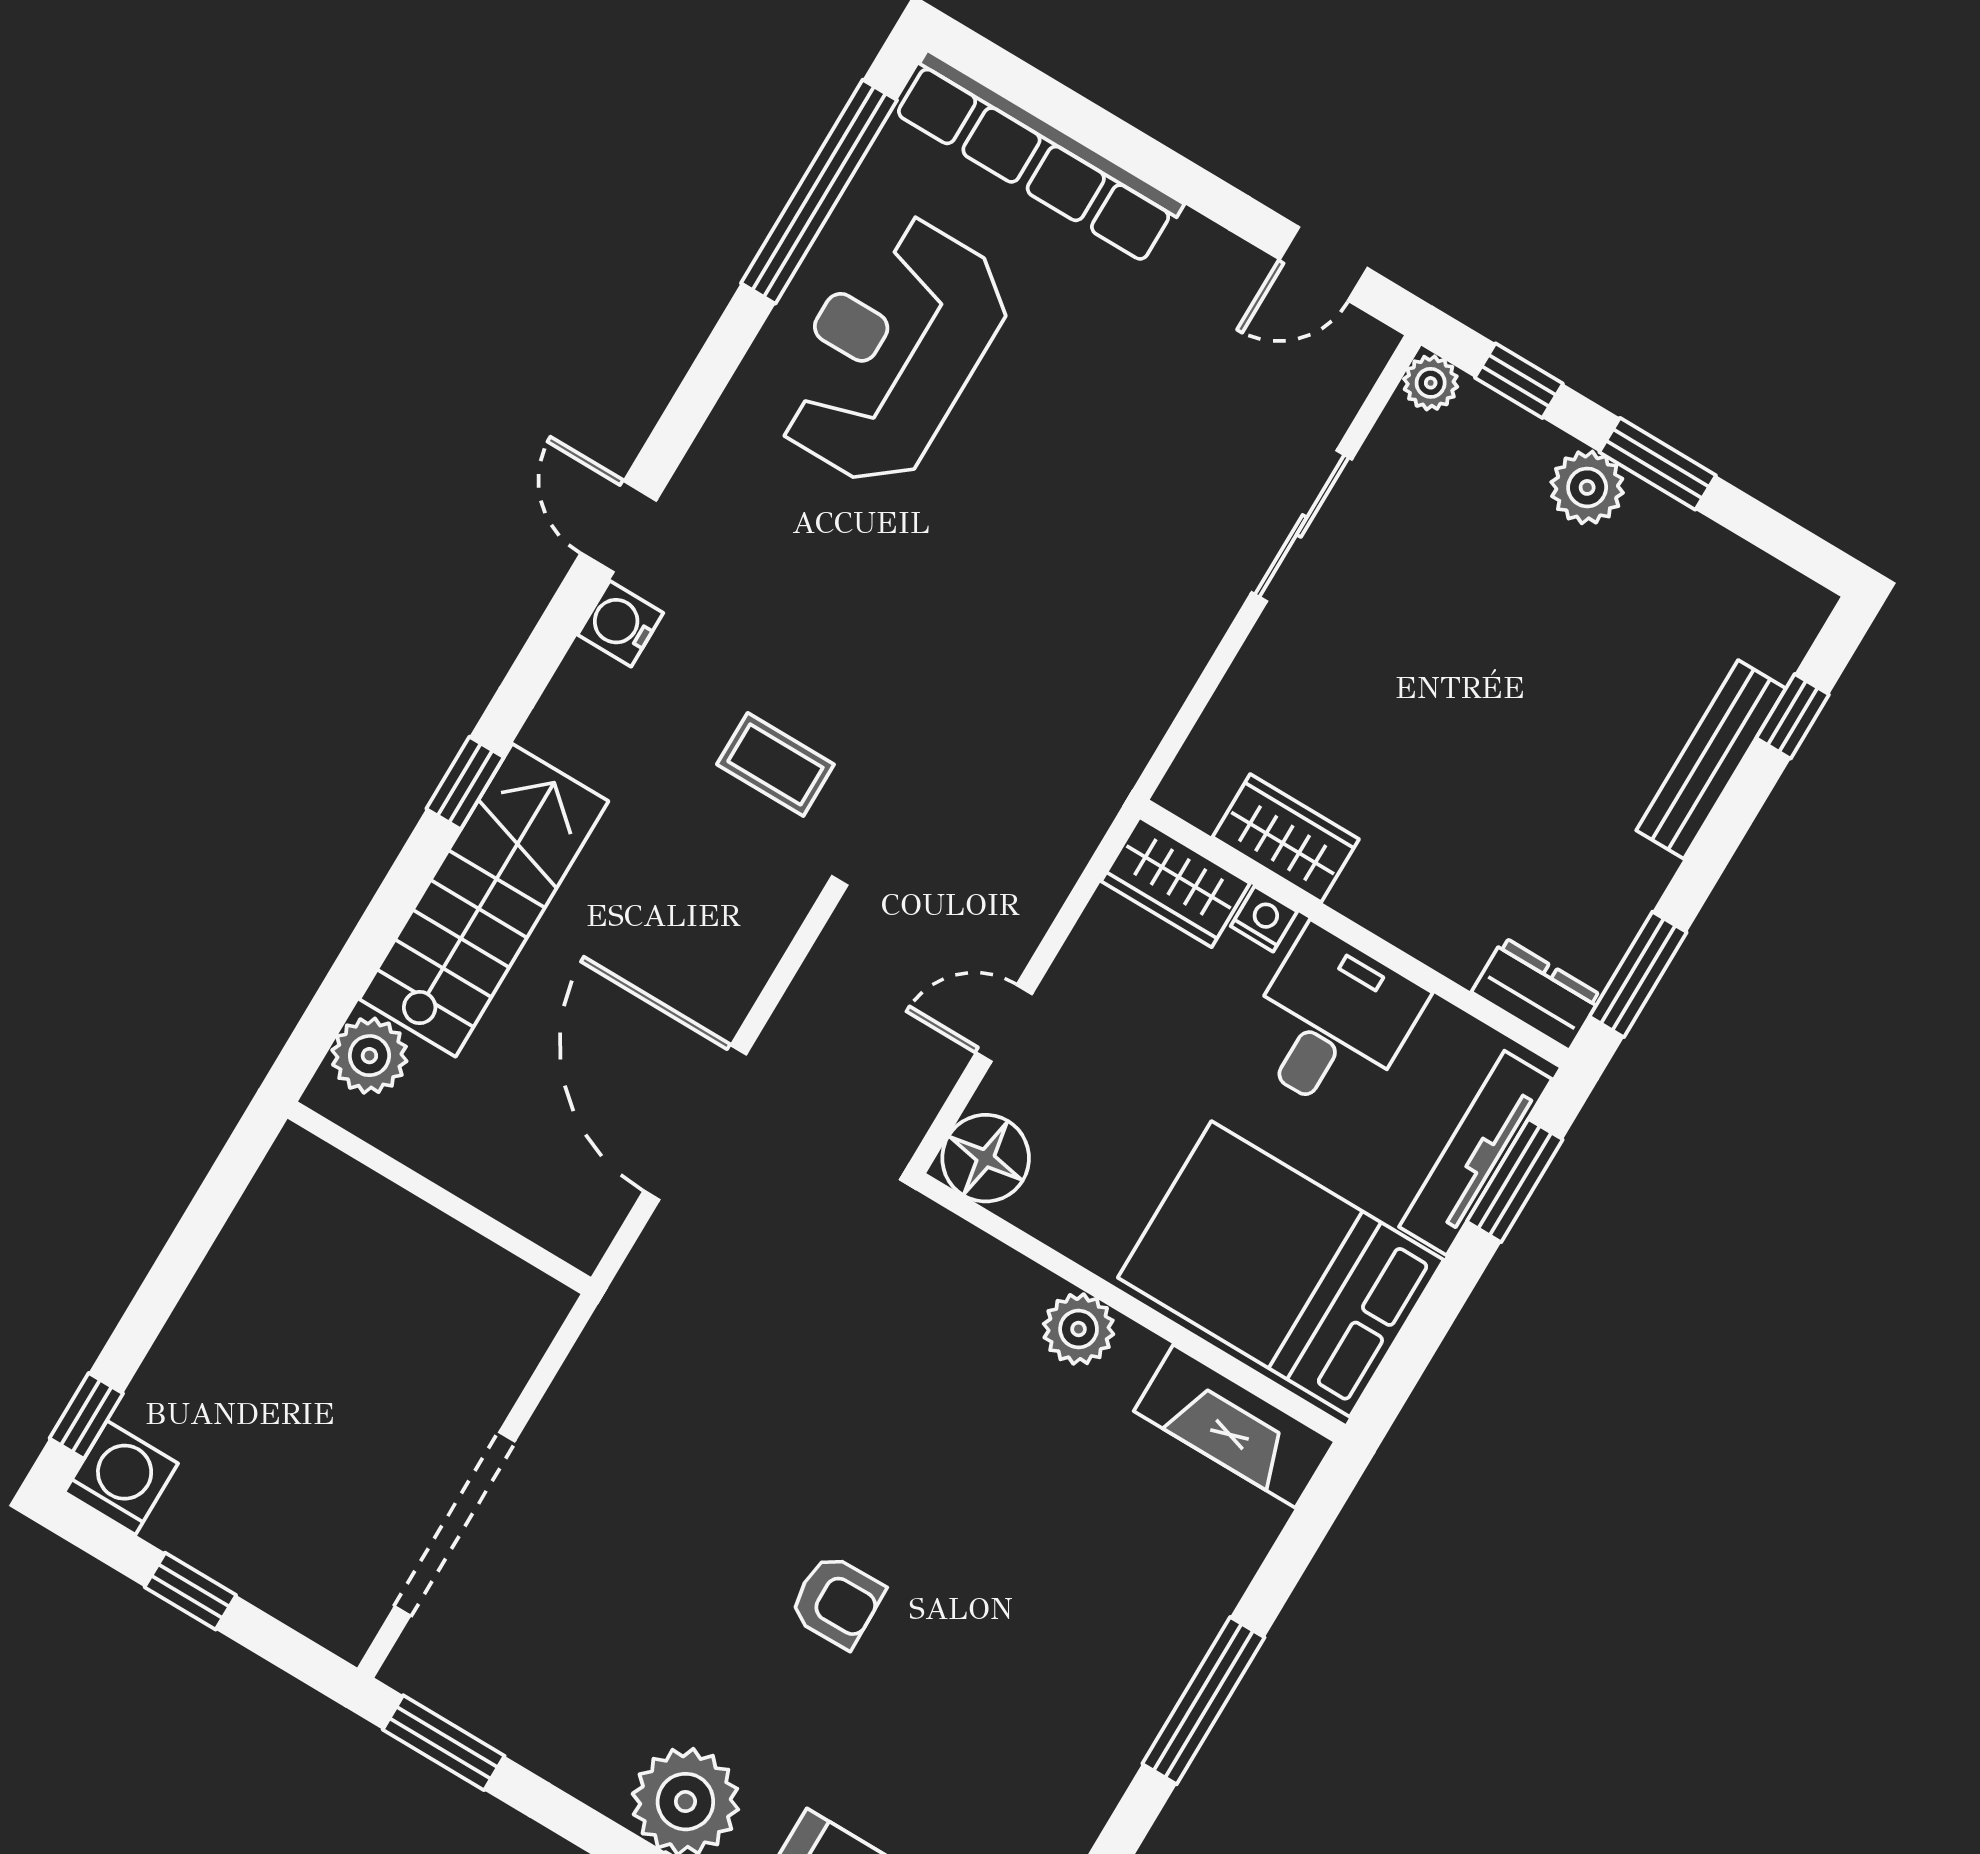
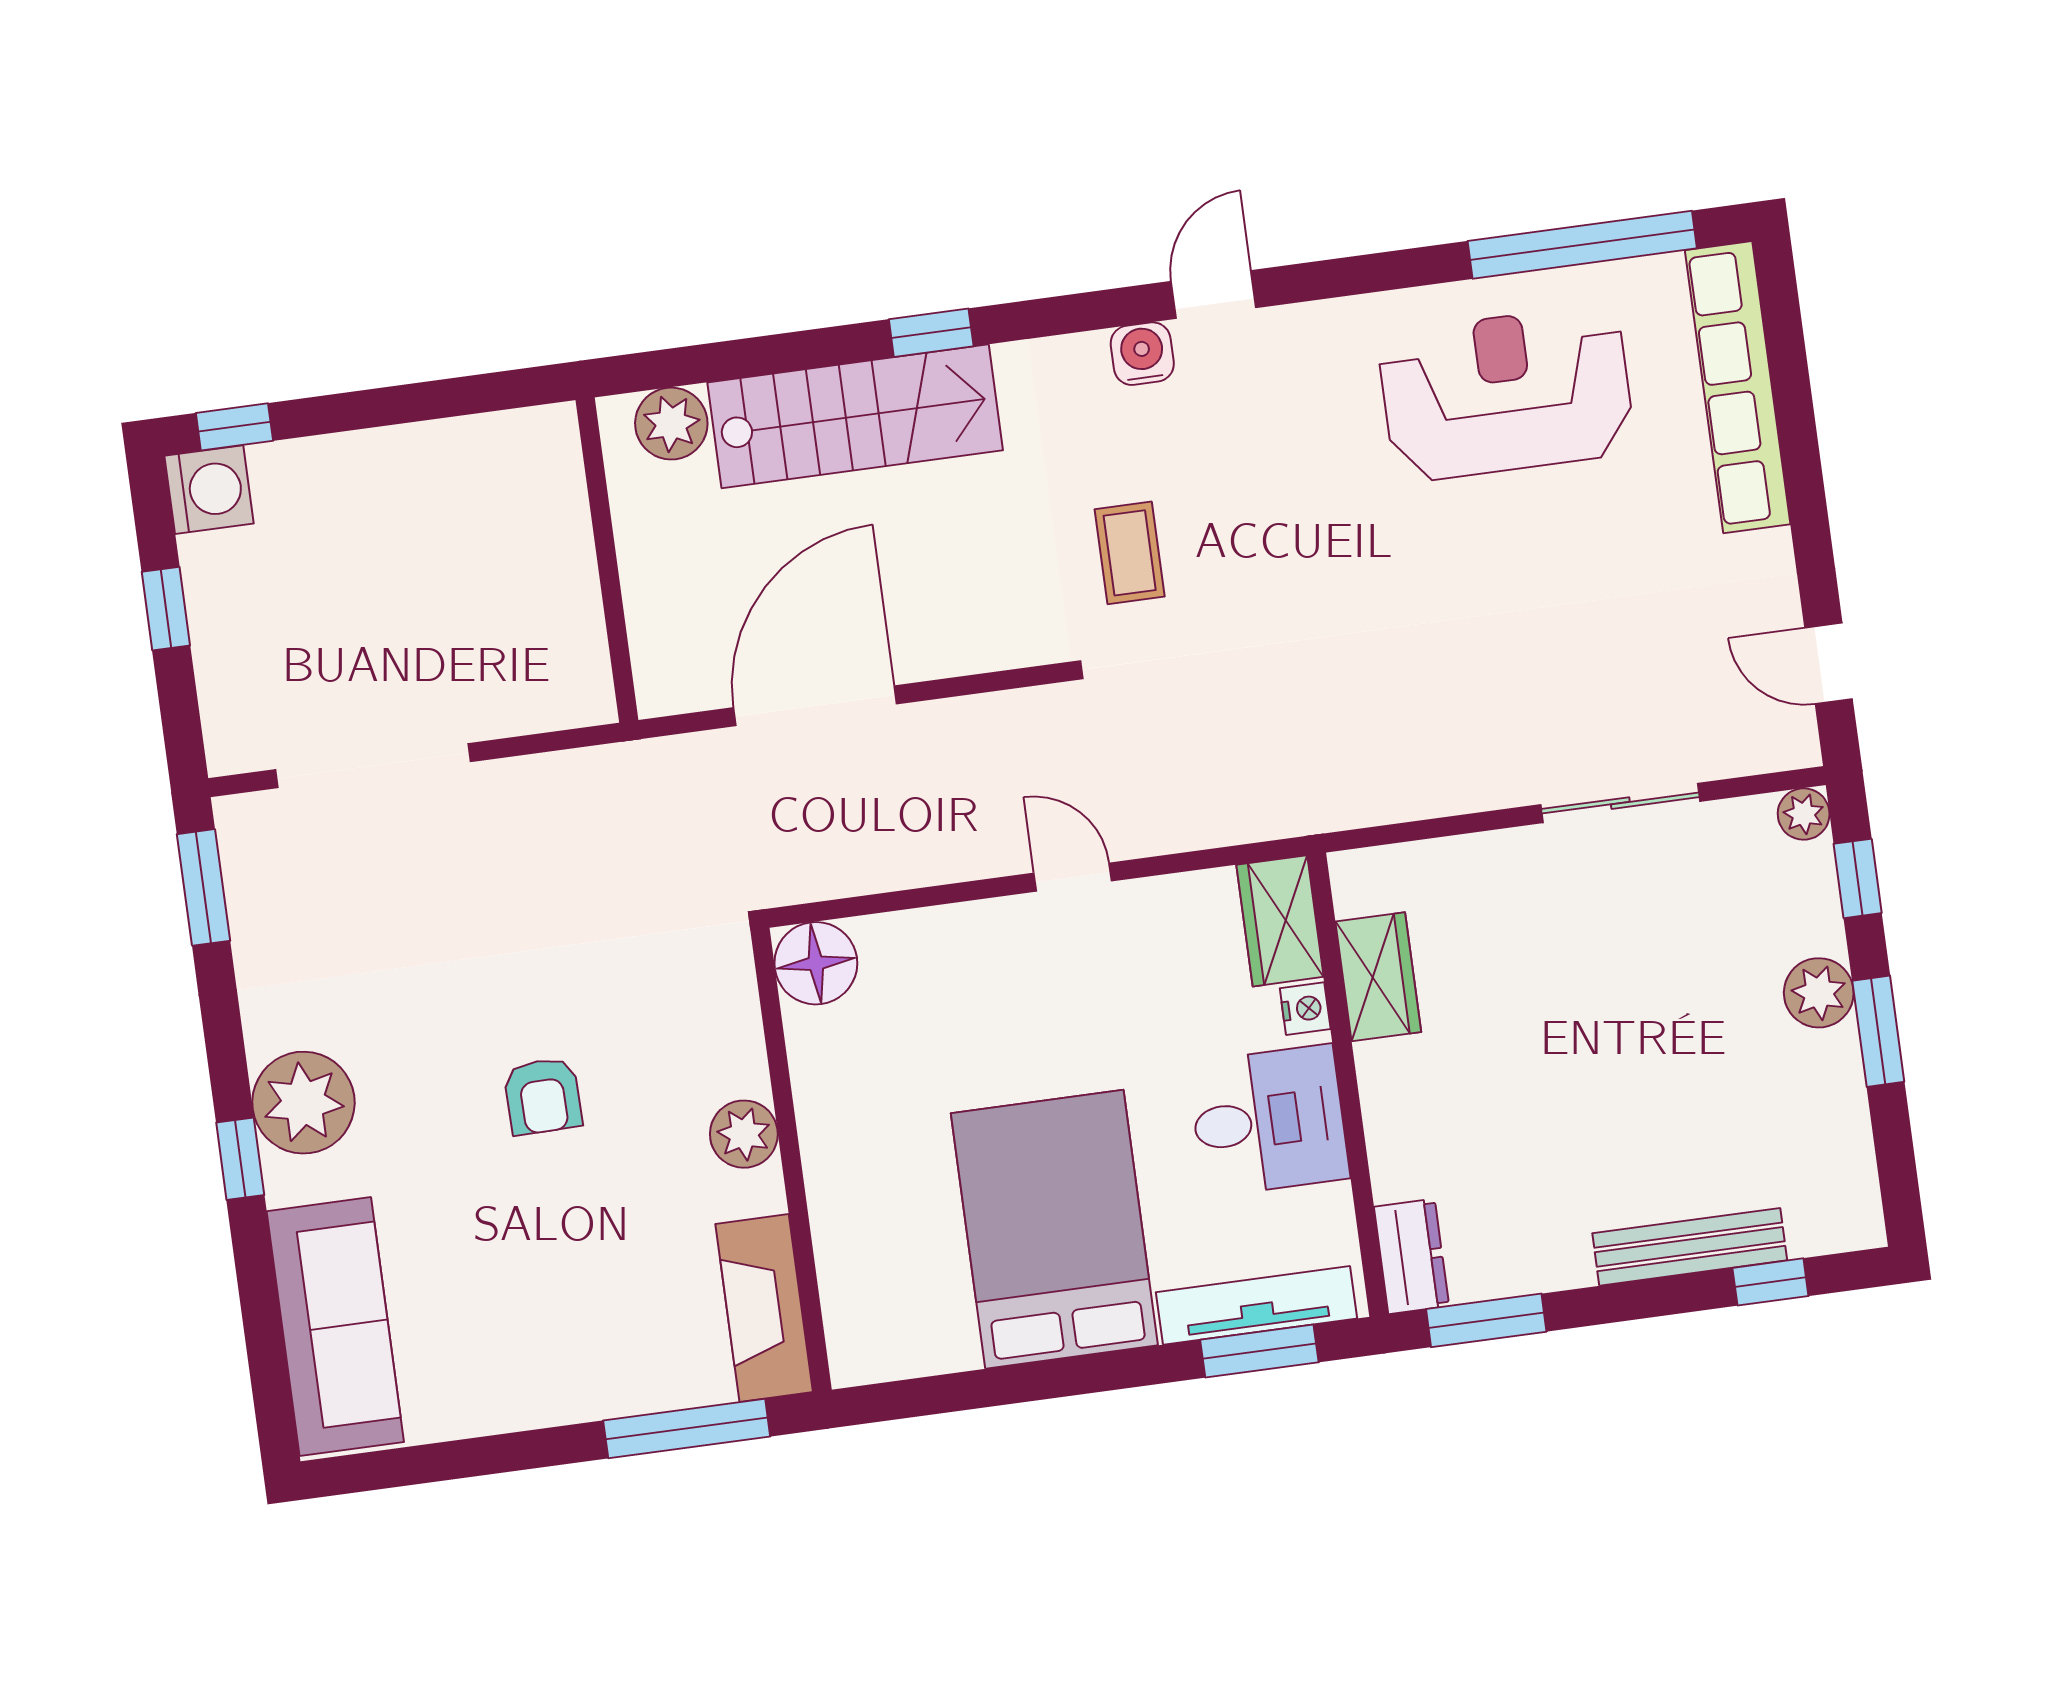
floor lamp: (986, 1158) -> (816, 963), moved
wall: (1131, 1307) -> (791, 1160), moved
plant: (1079, 1329) -> (744, 1134), moved
fireplace: (1234, 1426) -> (764, 1308), moved

